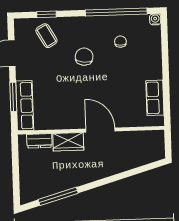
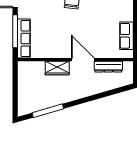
window: (13, 97) -> (15, 31), width x1.44
dresser: (39, 141) -> (108, 67), moved, width x1.44

